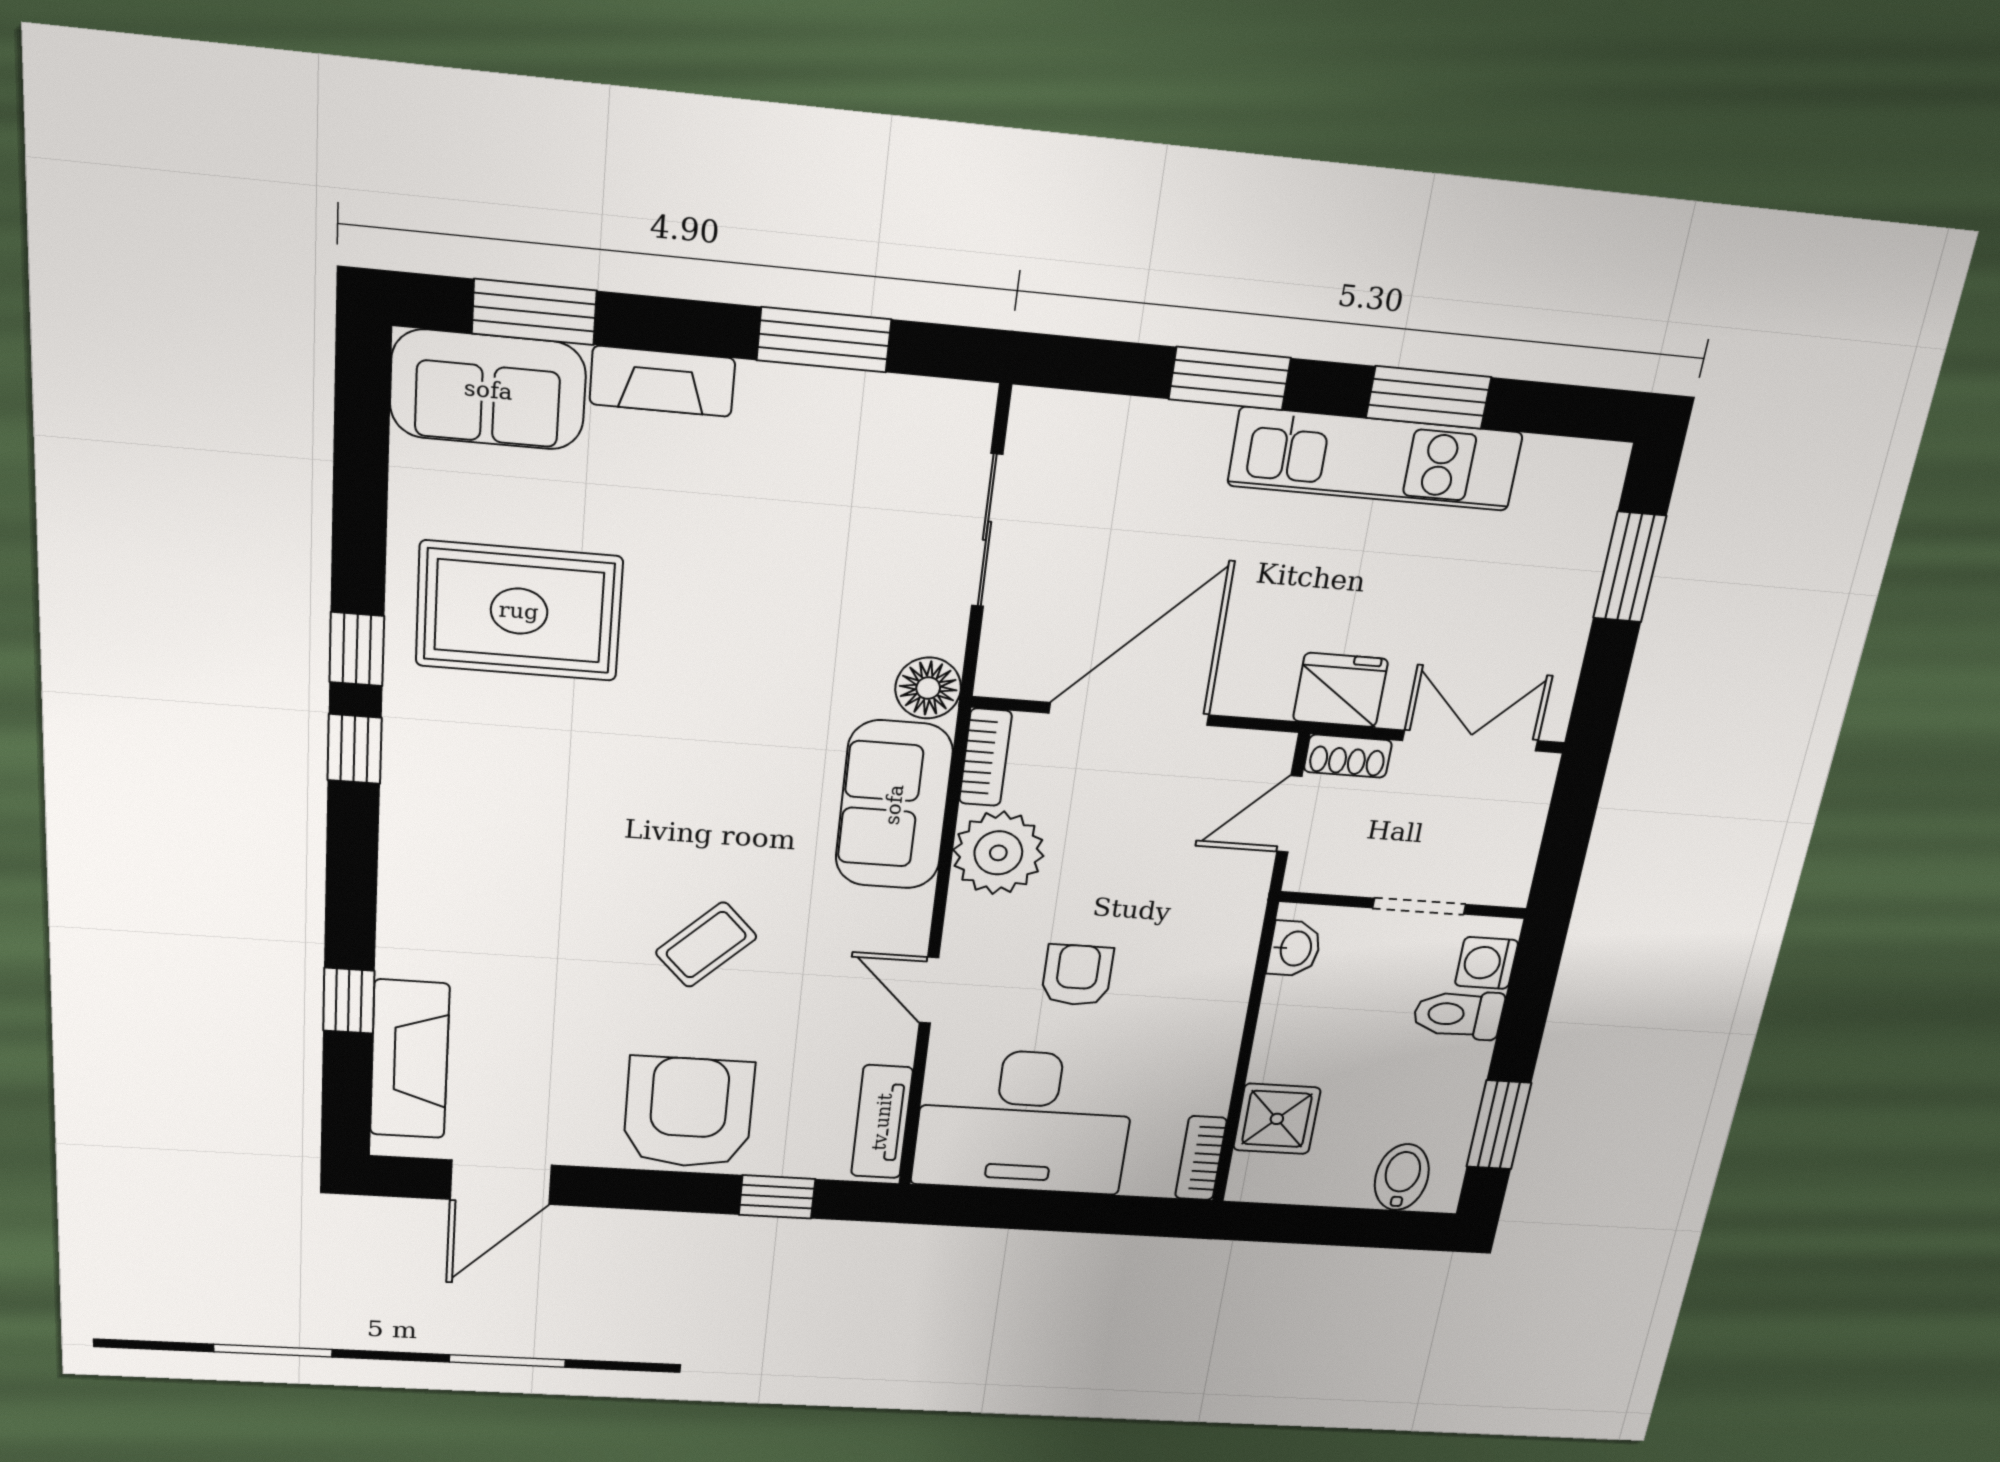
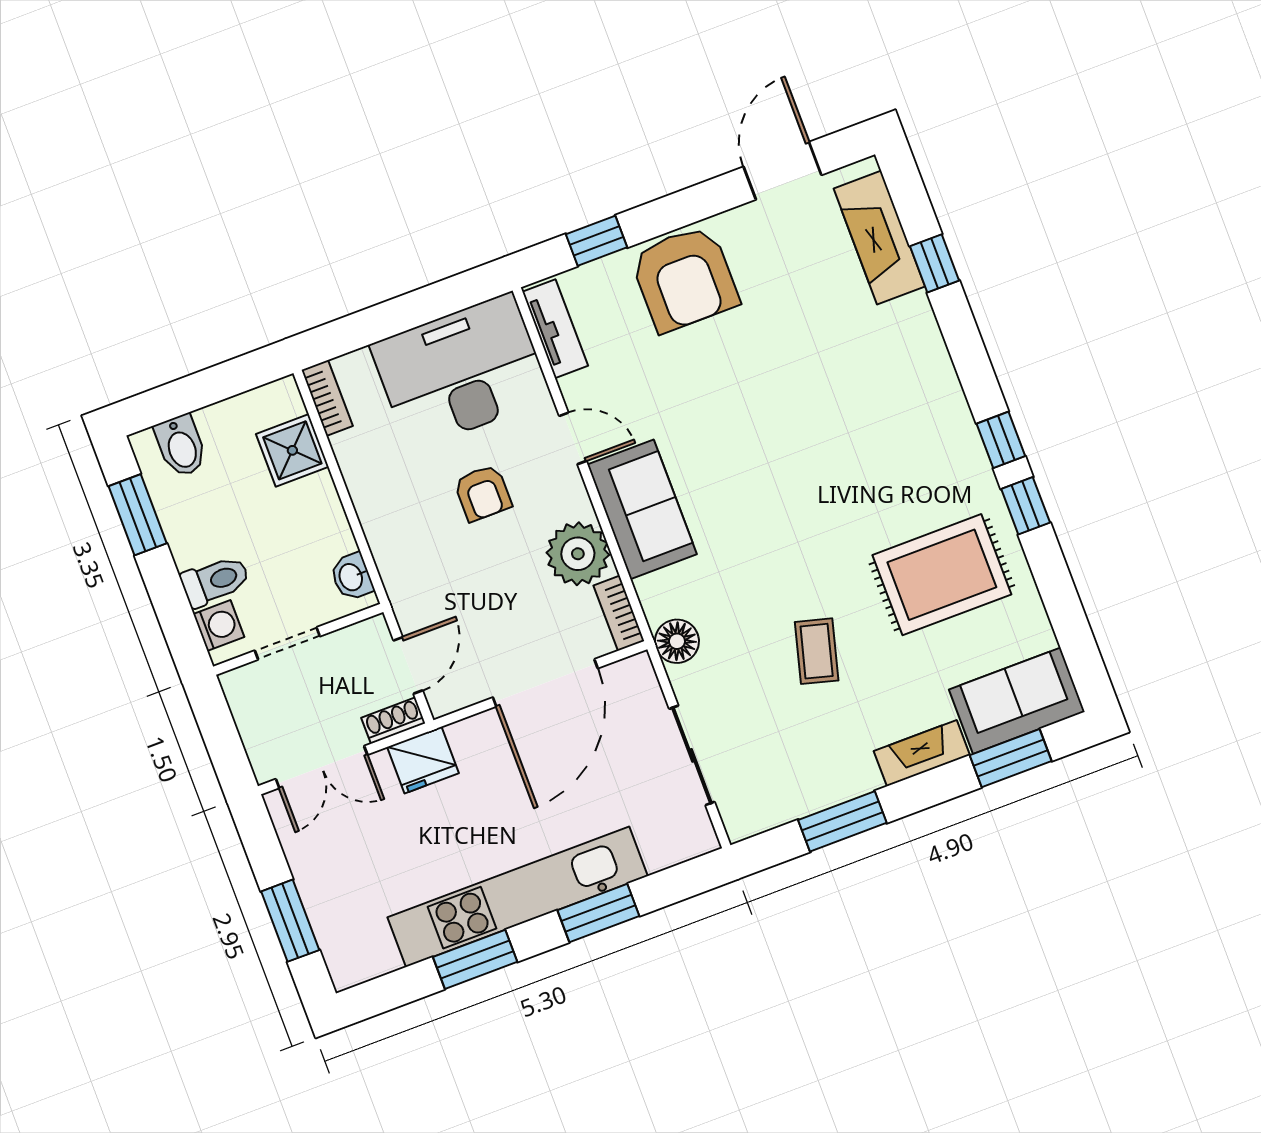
kitchen unit: (1375, 459) -> (518, 897), width x1.36
sofa: (894, 805) -> (642, 509), moved
coffee table: (706, 945) -> (817, 651), moved, turned -31

